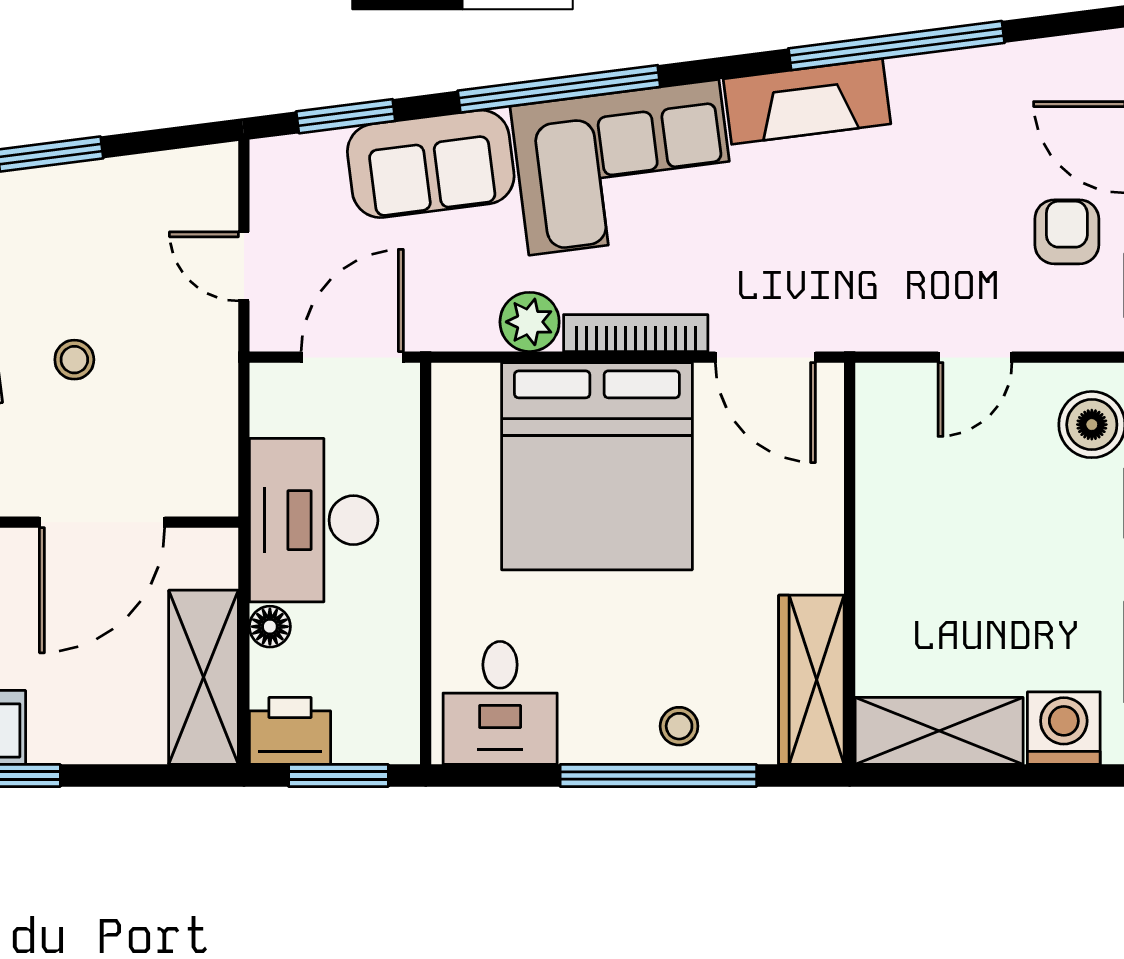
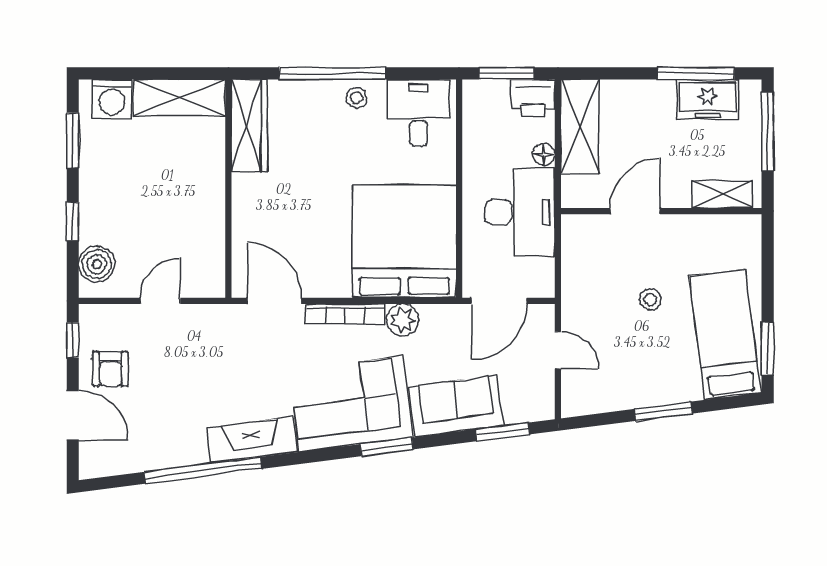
window: (559, 89) -> (387, 447), width x0.47
bed: (597, 466) -> (404, 242), moved
door: (102, 522) -> (635, 211), width x0.73
stool: (679, 726) -> (356, 98), moved

